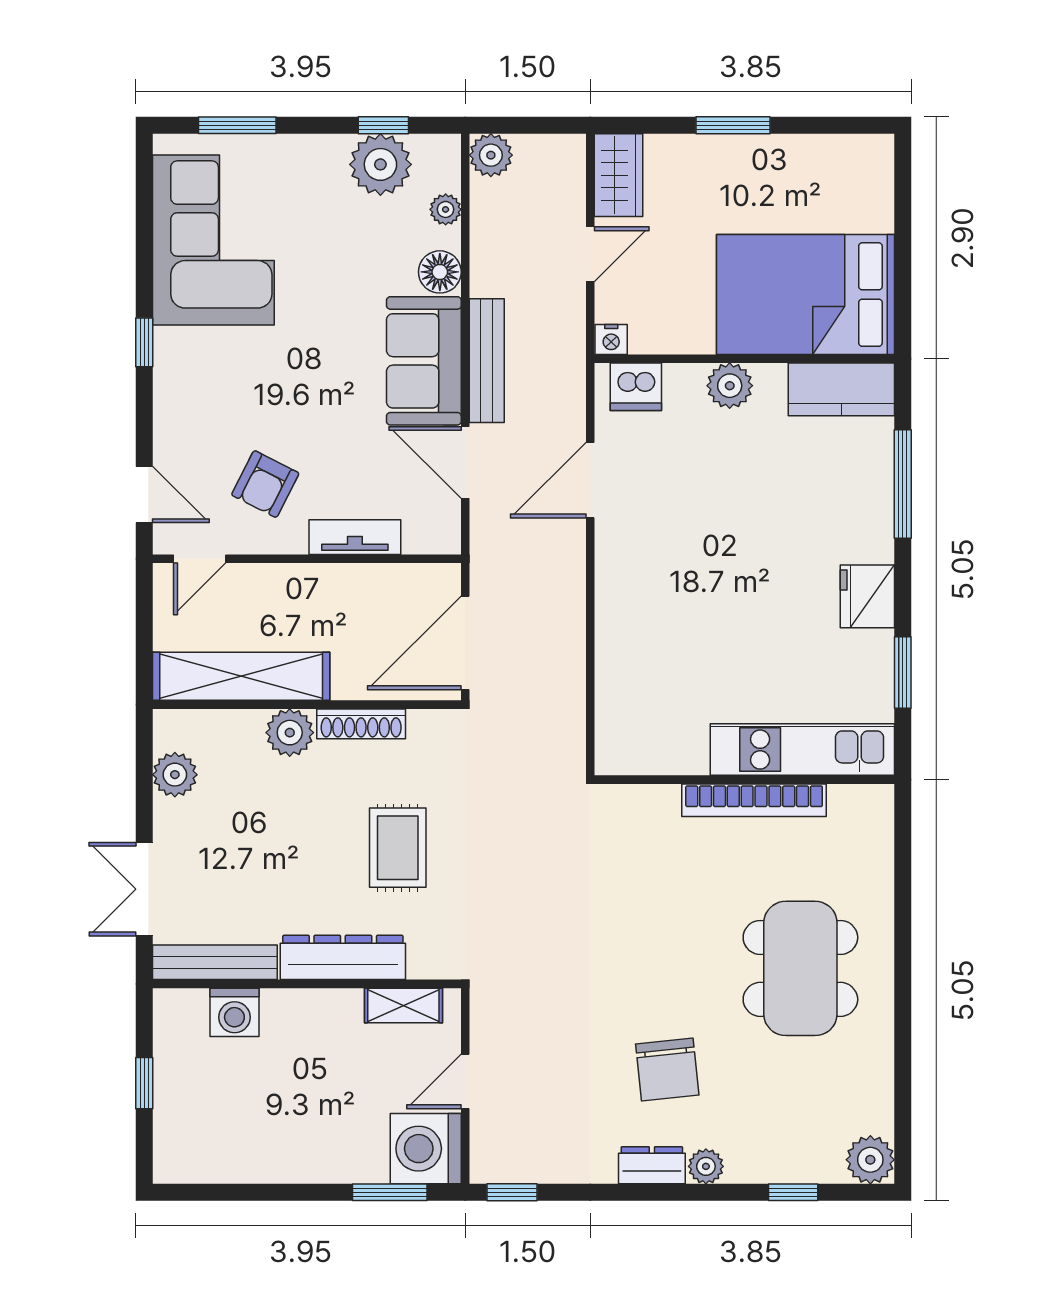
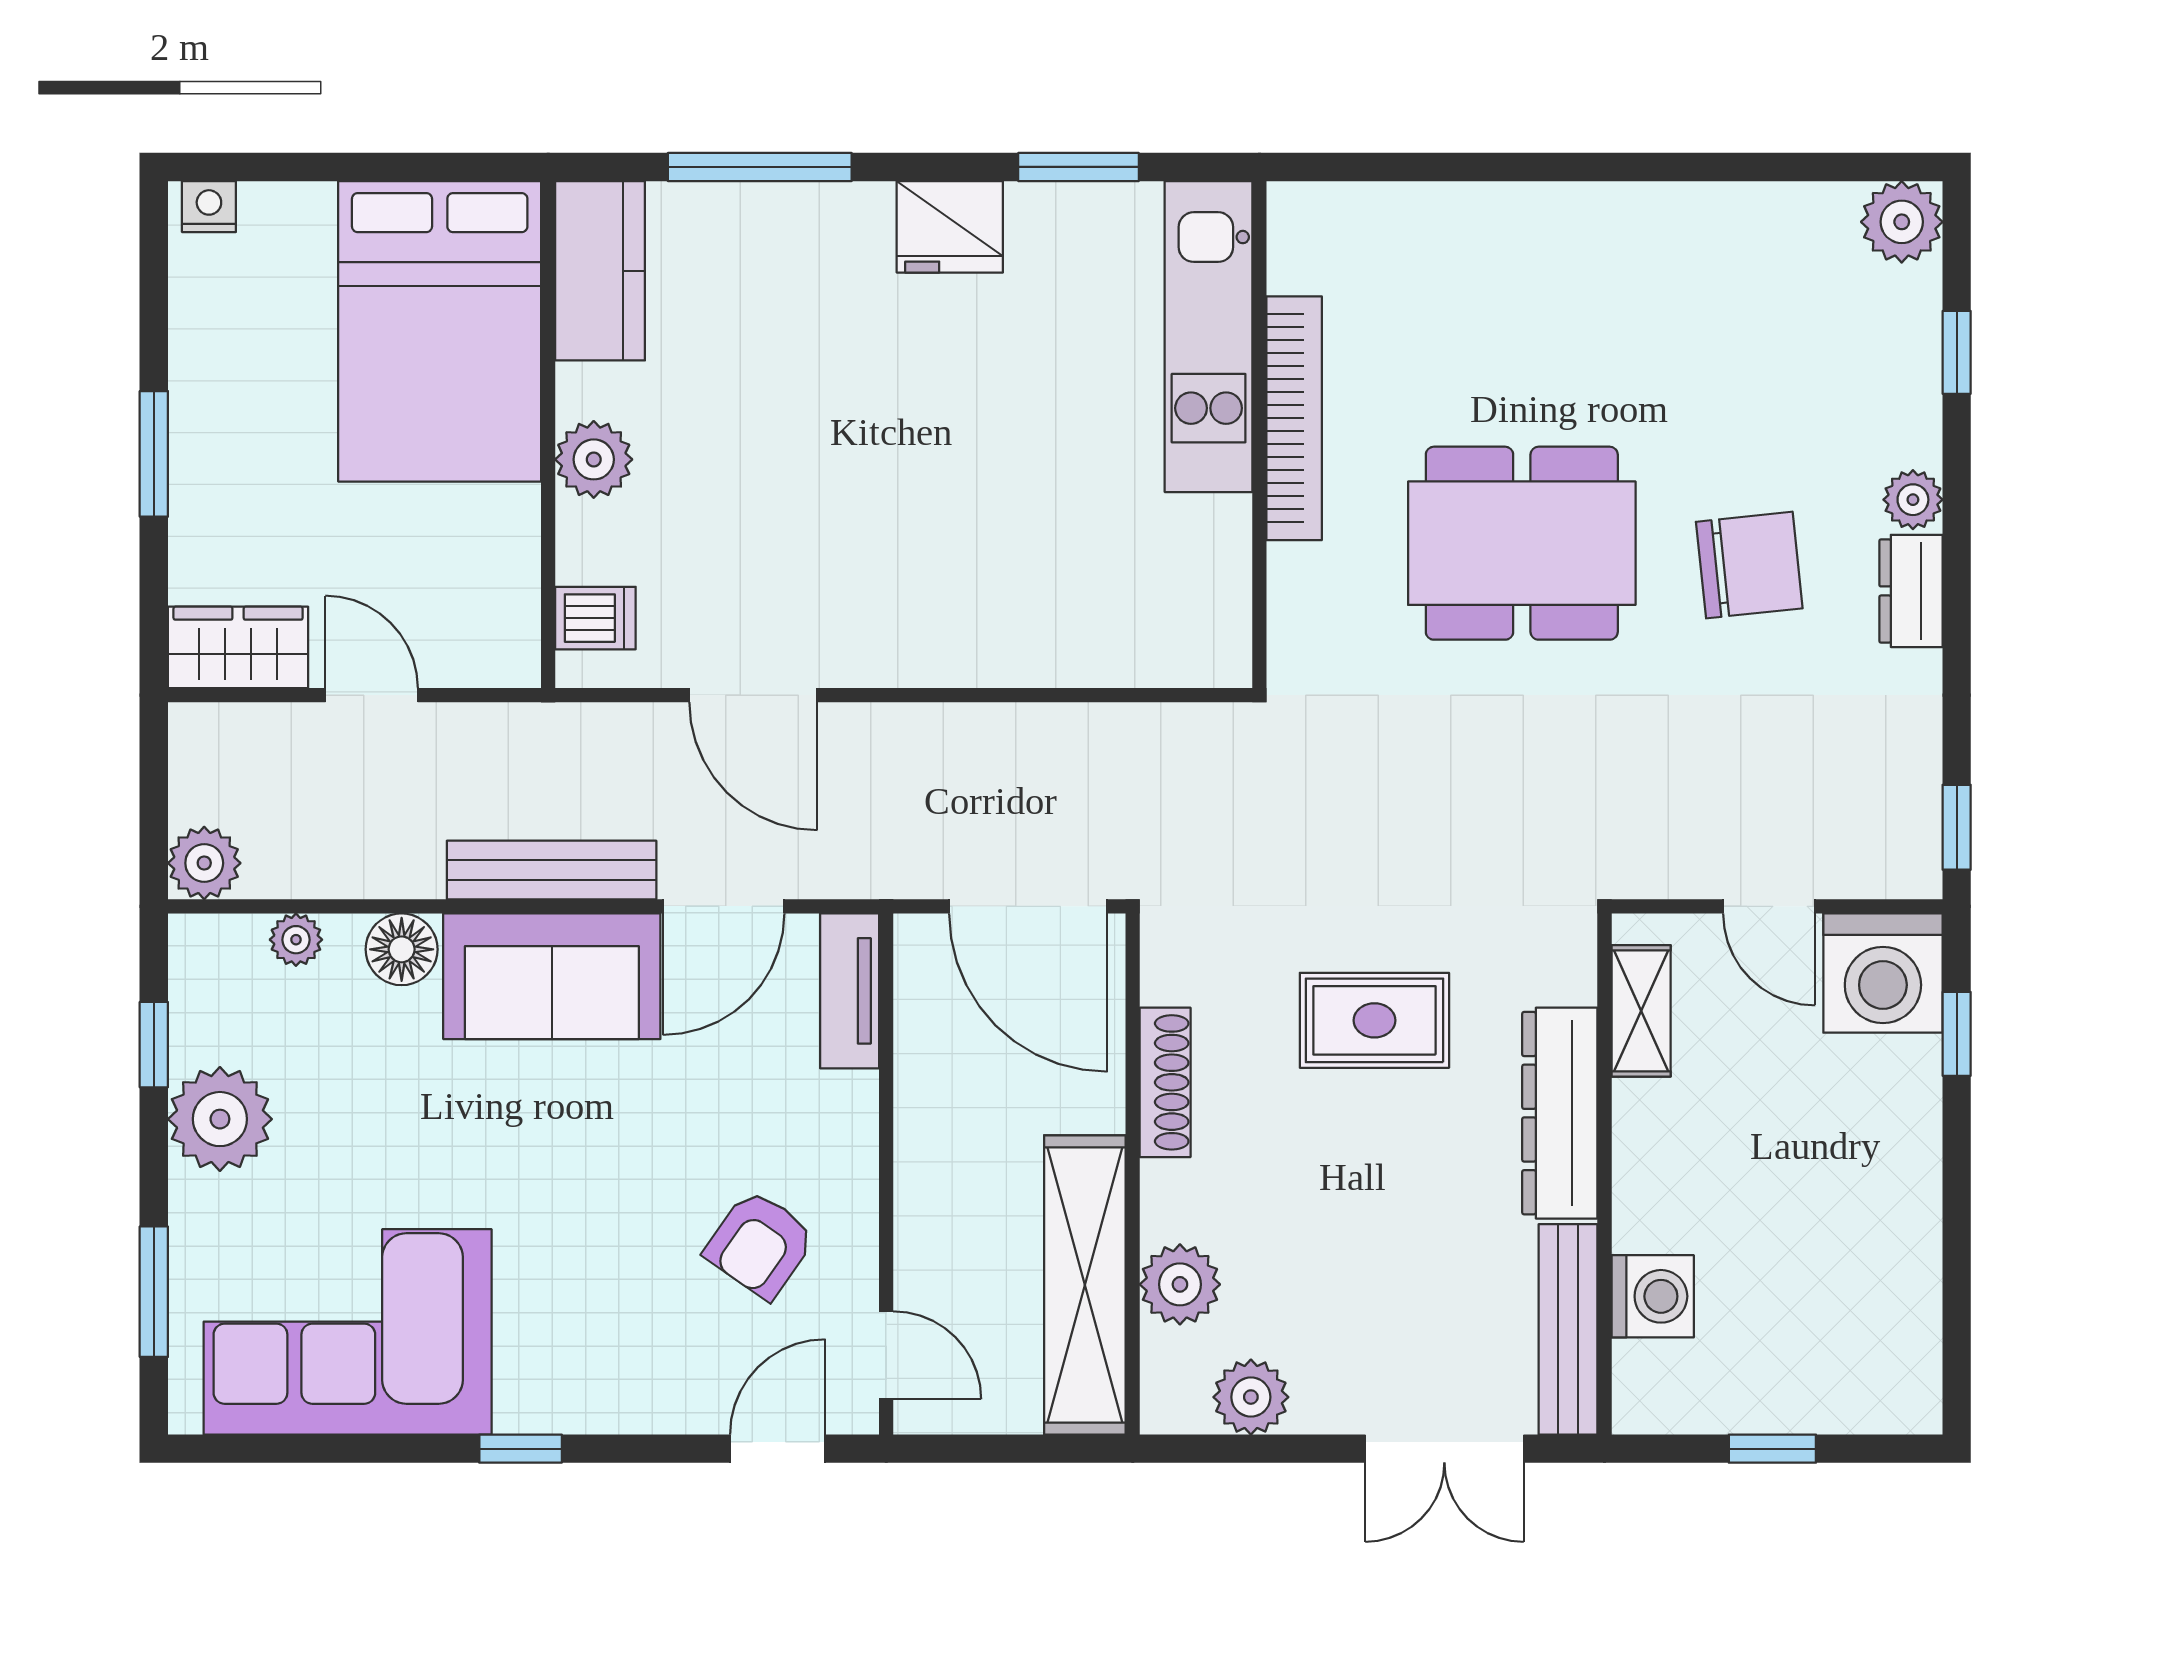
plant: (380, 164) -> (220, 1119), moved
nightstand: (611, 339) -> (209, 207), moved, turned -90
dishwasher: (636, 387) -> (595, 618), width x0.73
armchair: (265, 484) -> (760, 1244), turned 98
tv unit: (355, 537) -> (850, 991), moved
plant: (290, 733) -> (1180, 1284), moved
dining table: (800, 968) -> (1522, 543), moved
window: (390, 1192) -> (1957, 1034), width x0.67

